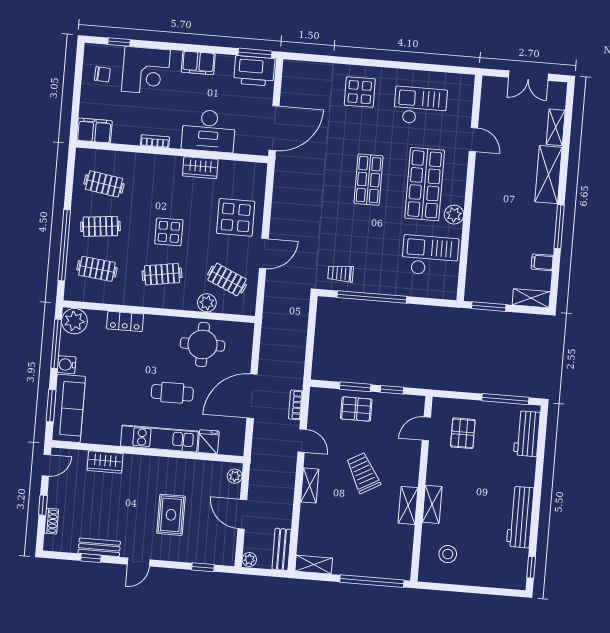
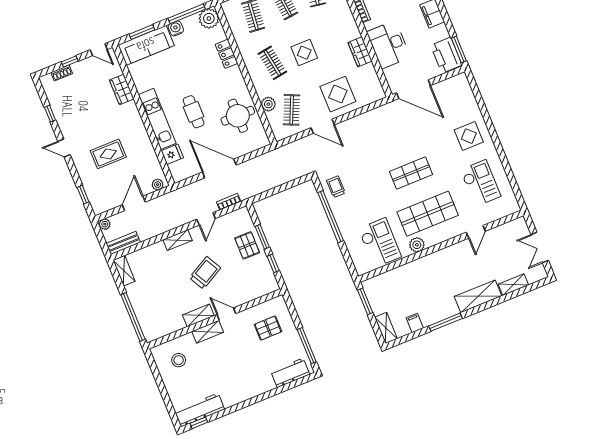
door: (426, 429) -> (226, 314), moved
workbench: (520, 517) -> (199, 410), moved
bench: (99, 547) -> (60, 116), removed

